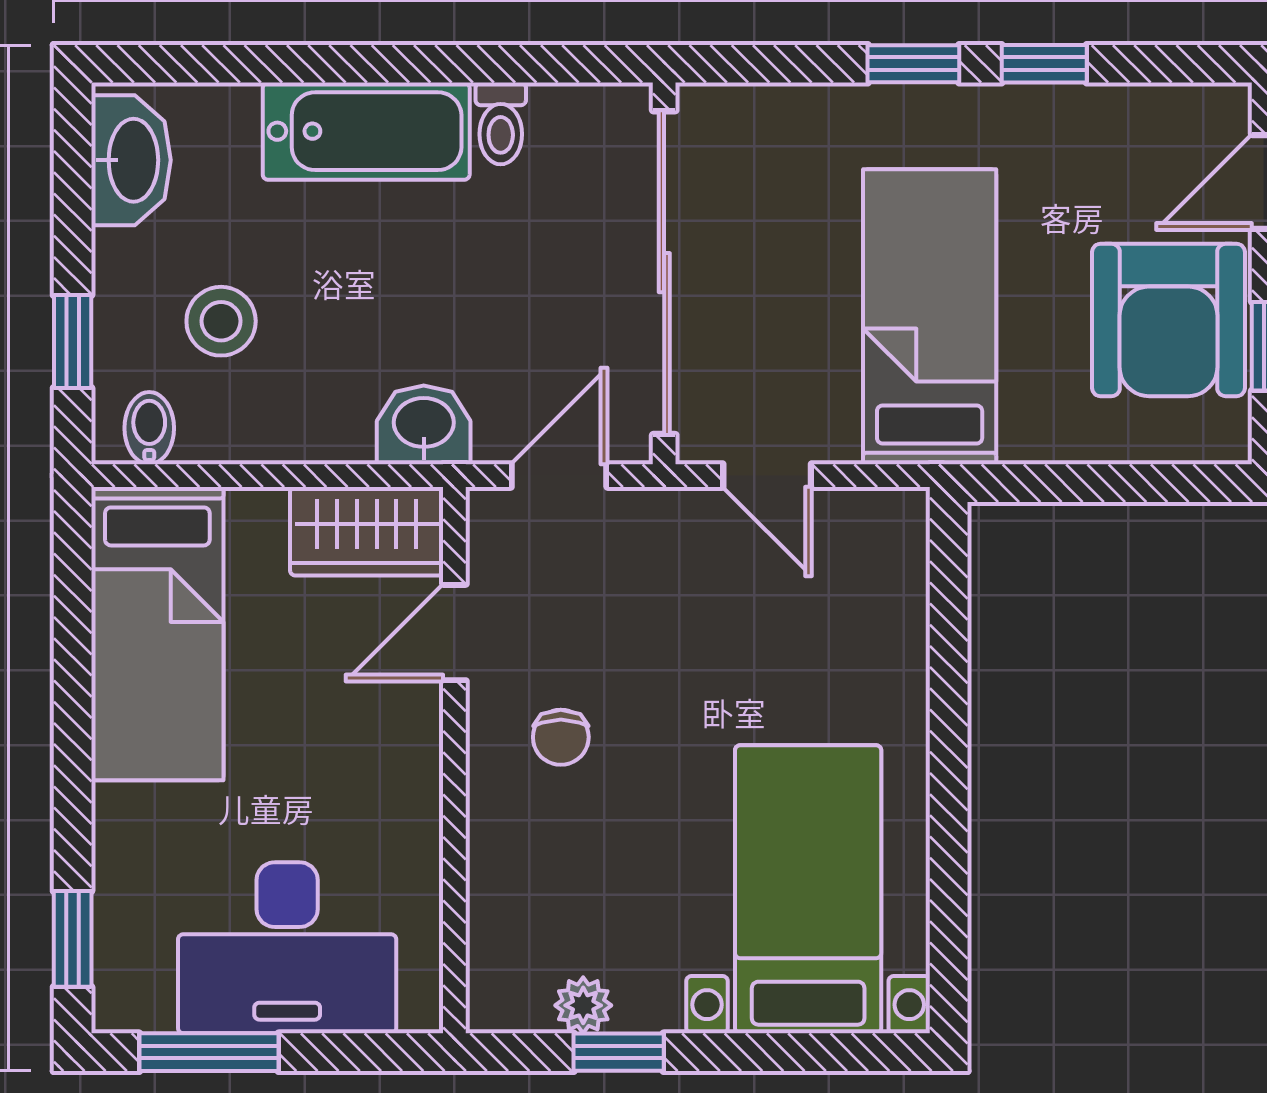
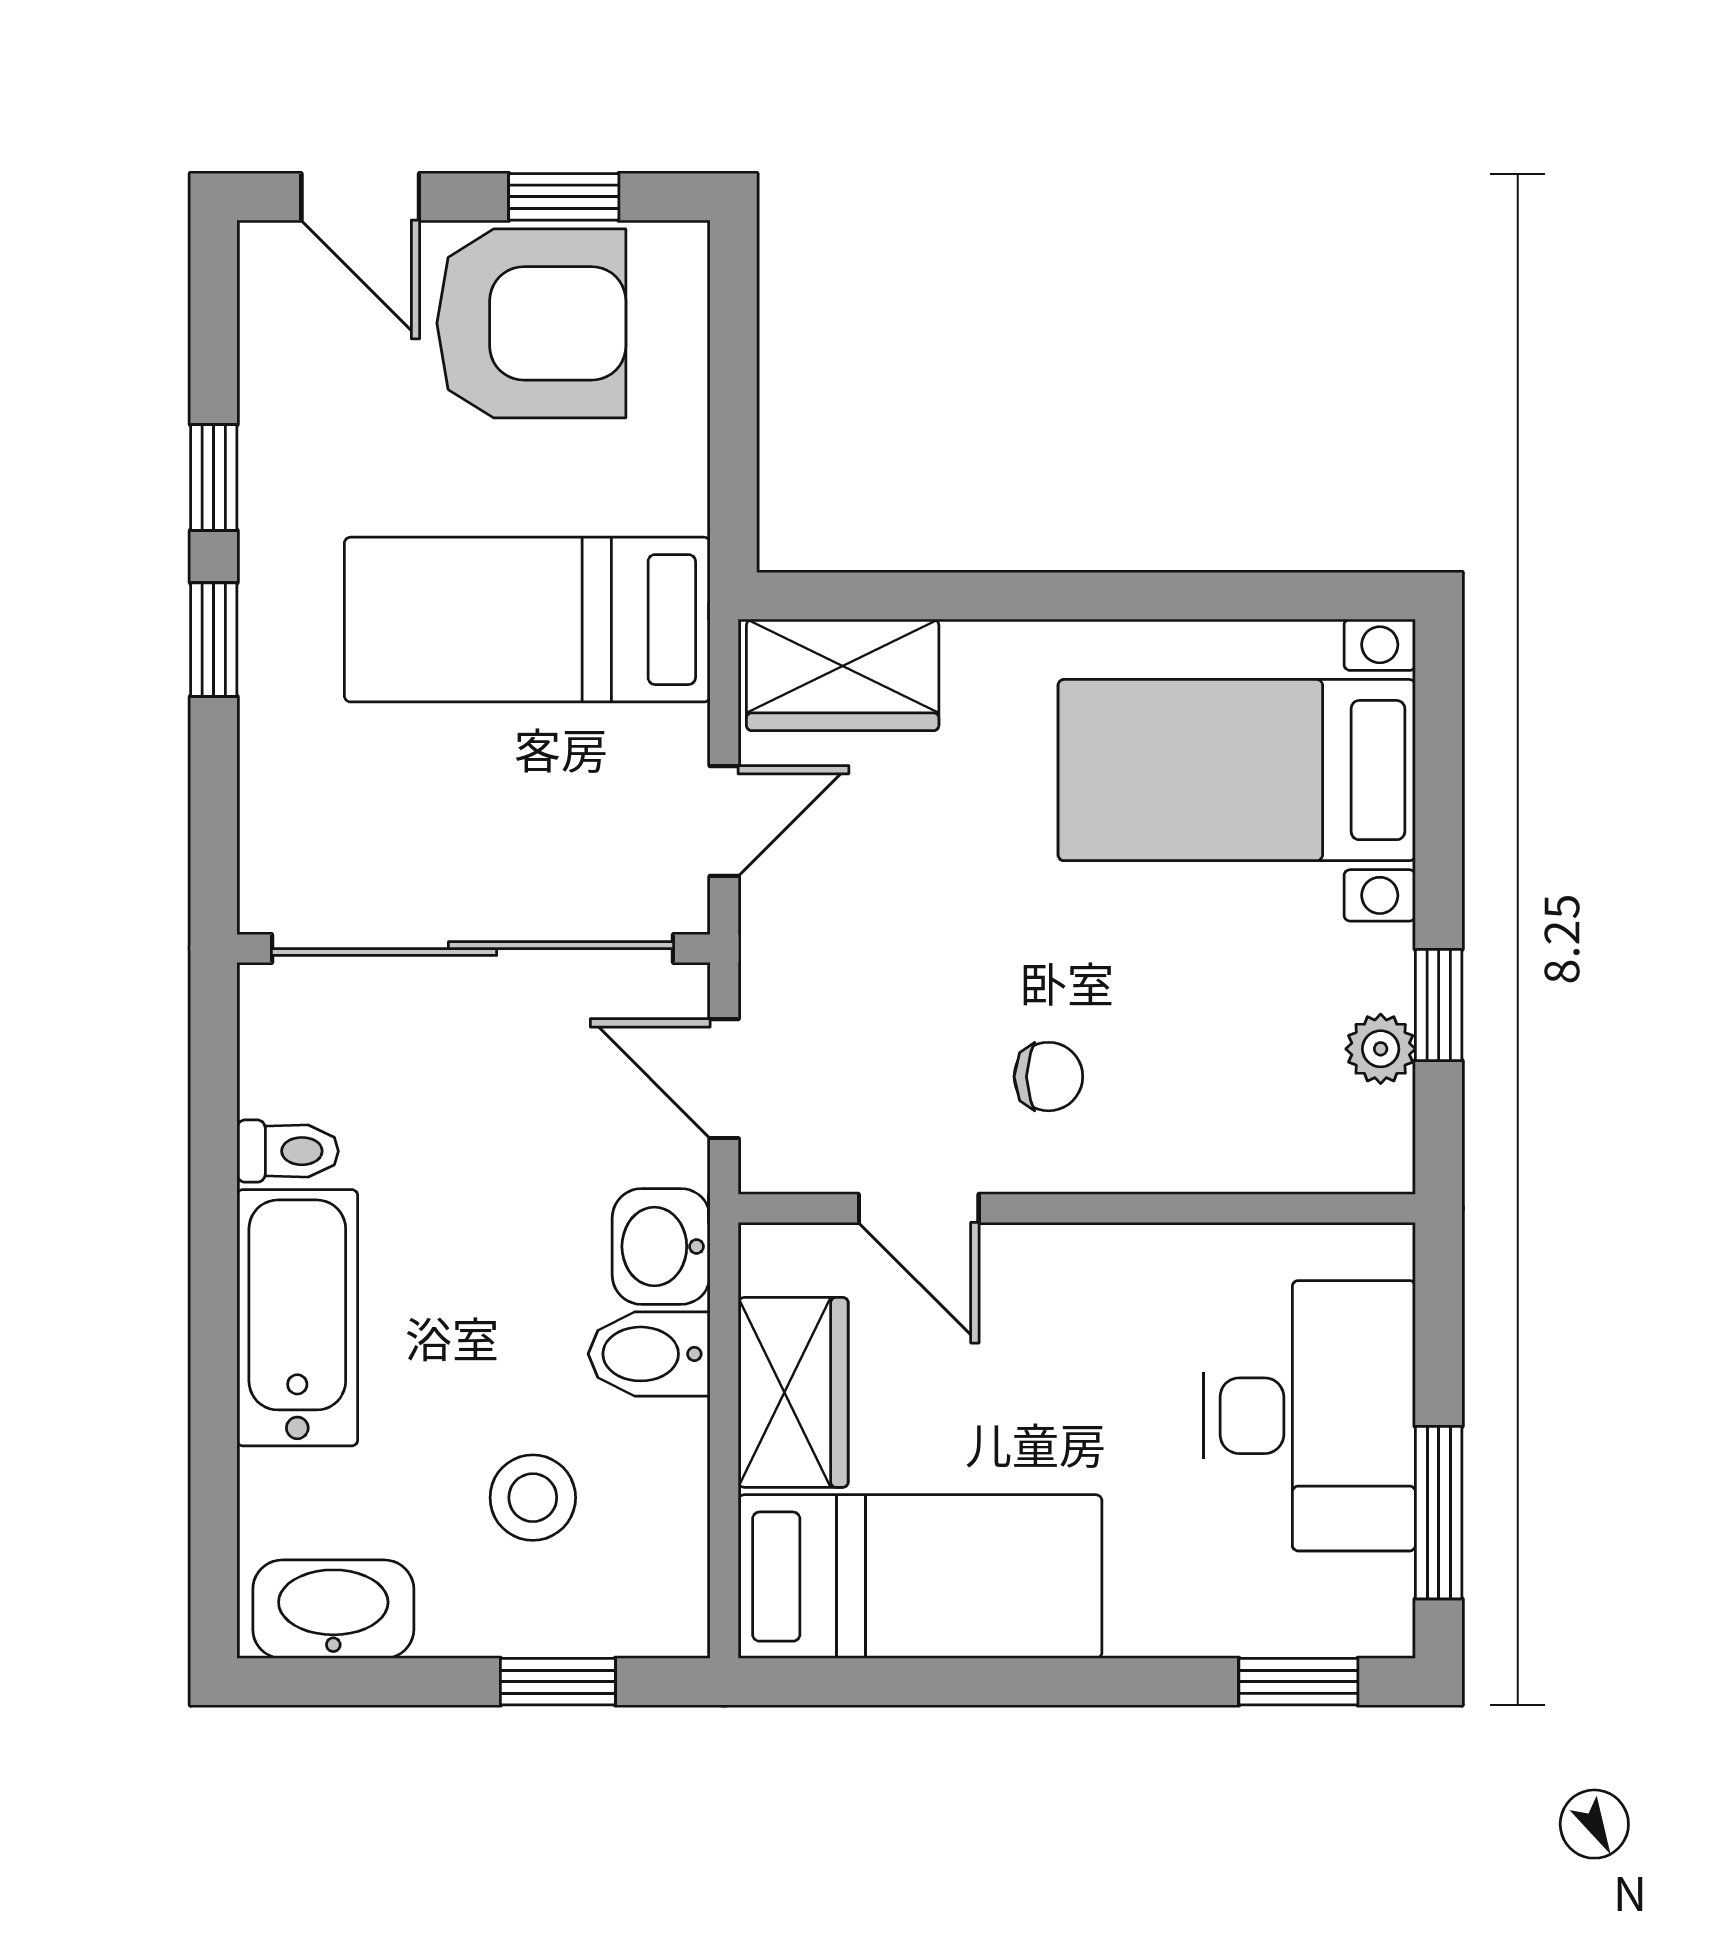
bidet: (149, 428) -> (649, 1354), moved, width x1.38, depth x1.36
wardrobe: (367, 531) -> (793, 1392), moved
wardrobe: (885, 571) -> (843, 675), added

